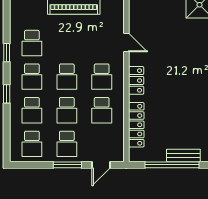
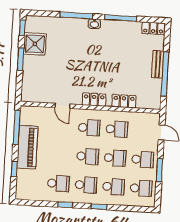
door: (126, 43) -> (62, 106), swing flipped
locker: (136, 125) -> (124, 101), width x0.66
window: (67, 165) -> (159, 170), moved

